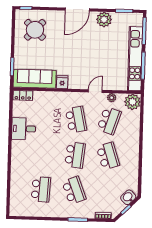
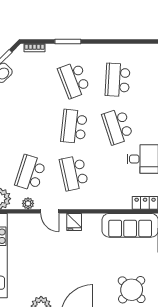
fridge: (62, 82) -> (74, 222), moved
door: (95, 91) -> (50, 211), hinge flipped
school desk: (108, 156) -> (118, 126), moved

